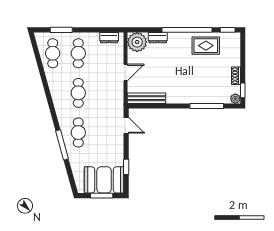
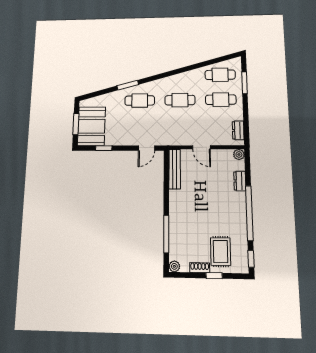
plant: (137, 42) -> (239, 154), width x0.53, depth x0.53
rug: (206, 46) -> (221, 251), moved
window: (243, 90) -> (214, 276), moved
window: (62, 145) -> (128, 85), width x0.69

